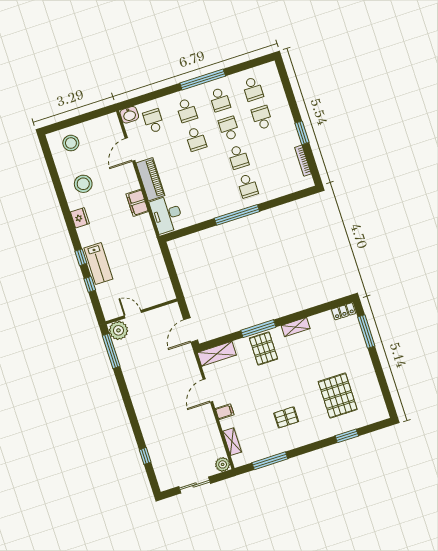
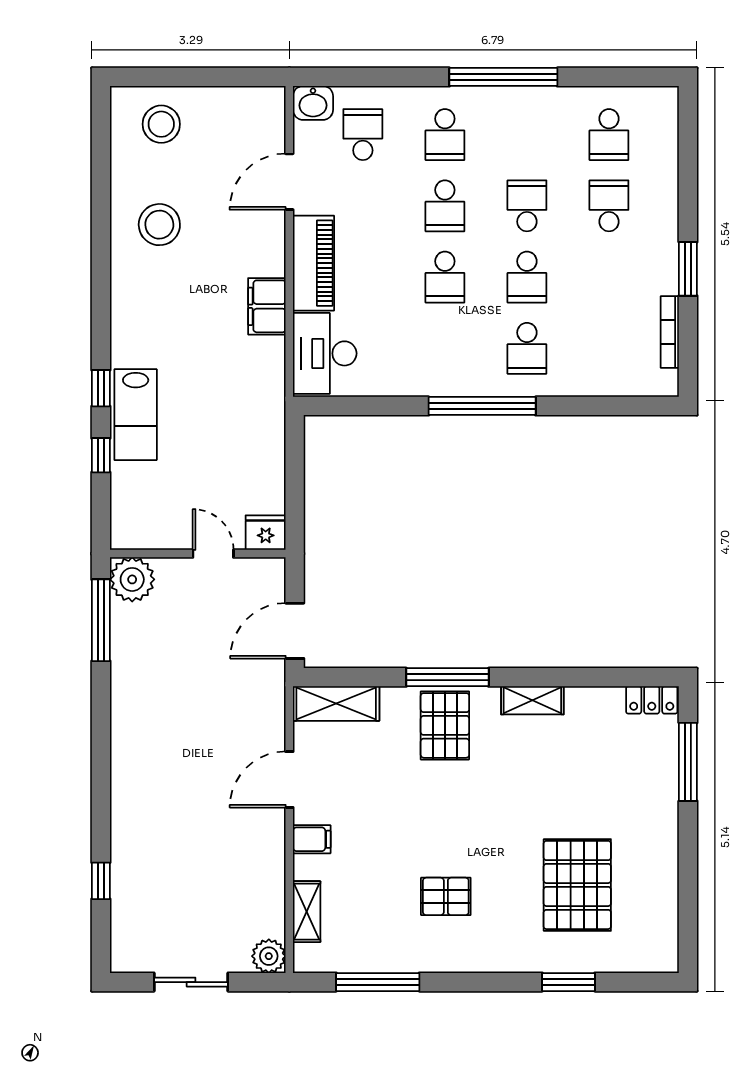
school desk: (220, 100) -> (445, 277), moved
fridge: (80, 218) -> (266, 533), moved, turned -90
door: (133, 314) -> (213, 554), moved

